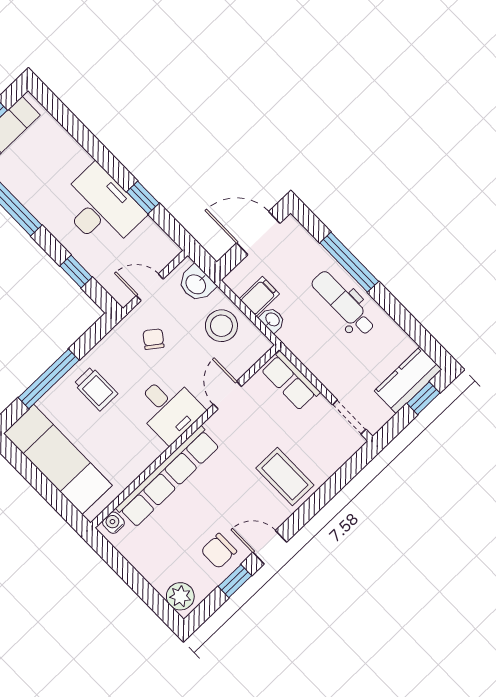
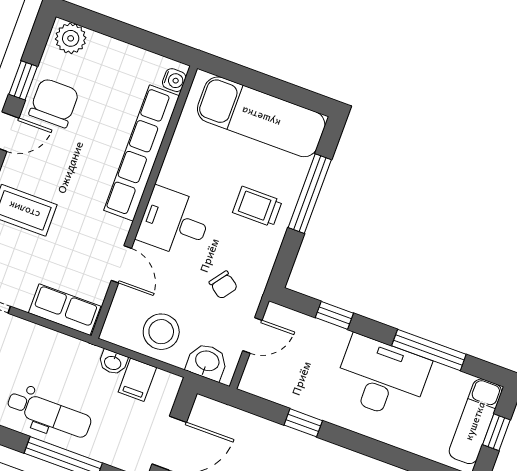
desk: (101, 208) -> (382, 378), moved, turned 180
chair: (219, 551) -> (54, 103), width x1.37, depth x1.37

